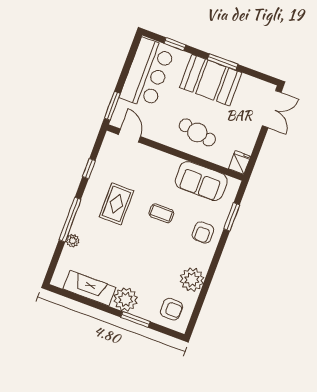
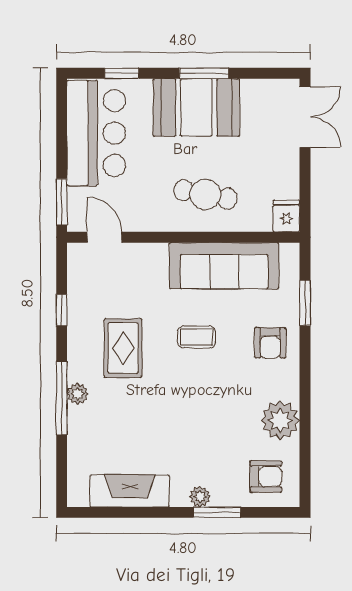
sofa: (201, 181) -> (224, 266), width x1.36
plant: (73, 241) -> (78, 394), moved
plant: (126, 299) -> (200, 497), width x0.53, depth x0.53

